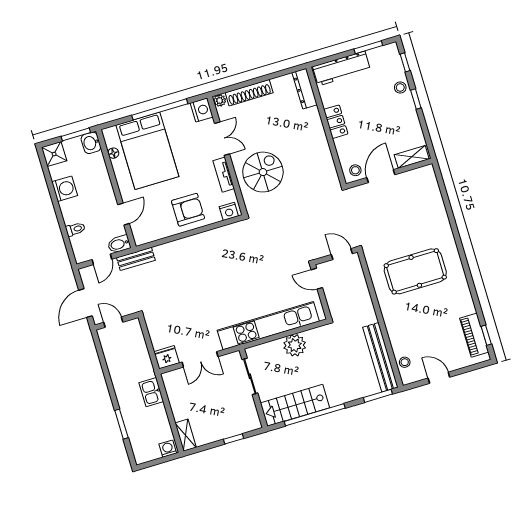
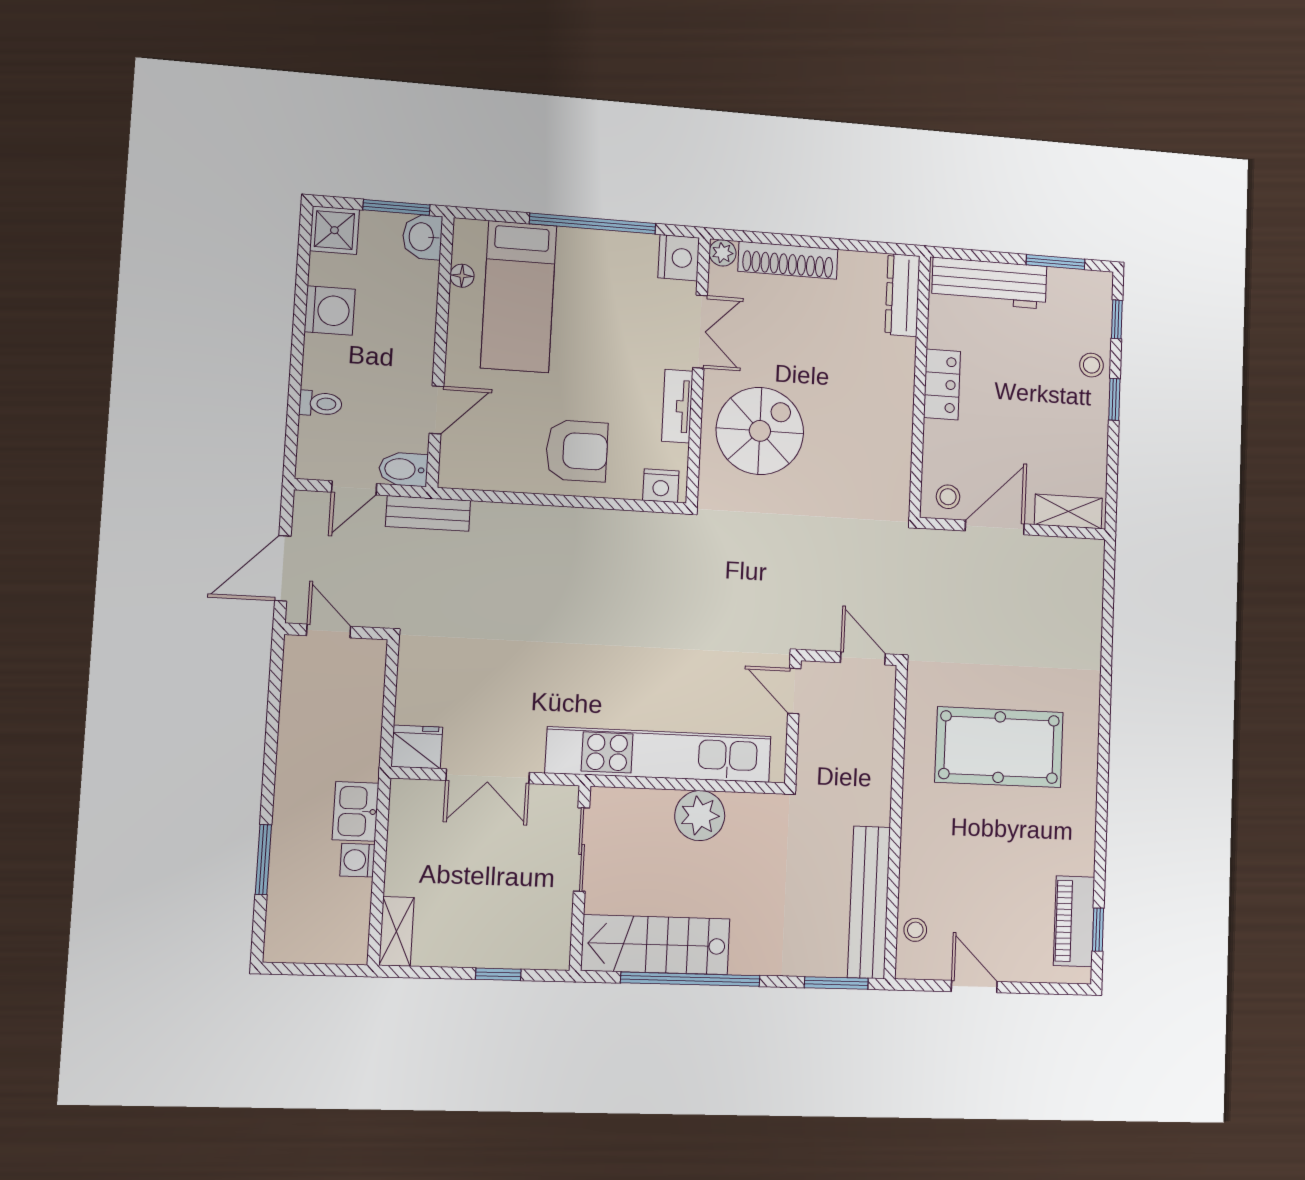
bed: (147, 151) -> (519, 297), width x0.67
washing machine: (168, 449) -> (357, 860), moved, turned -90

